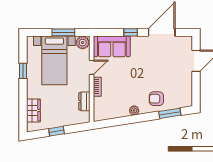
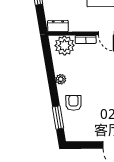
dresser: (84, 101) -> (58, 26), moved
plant: (103, 107) -> (65, 46), added

